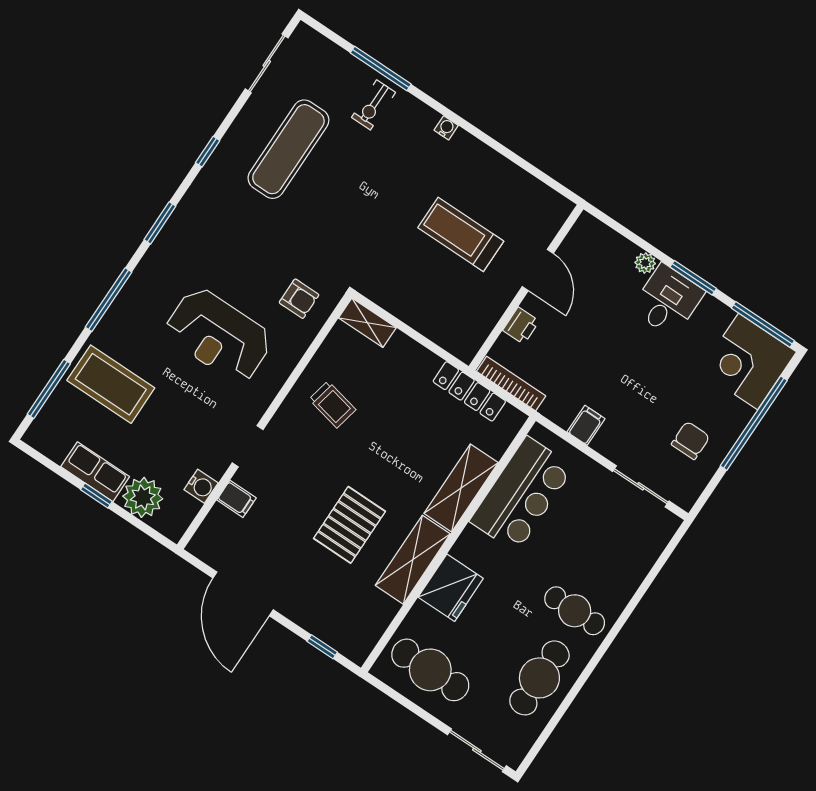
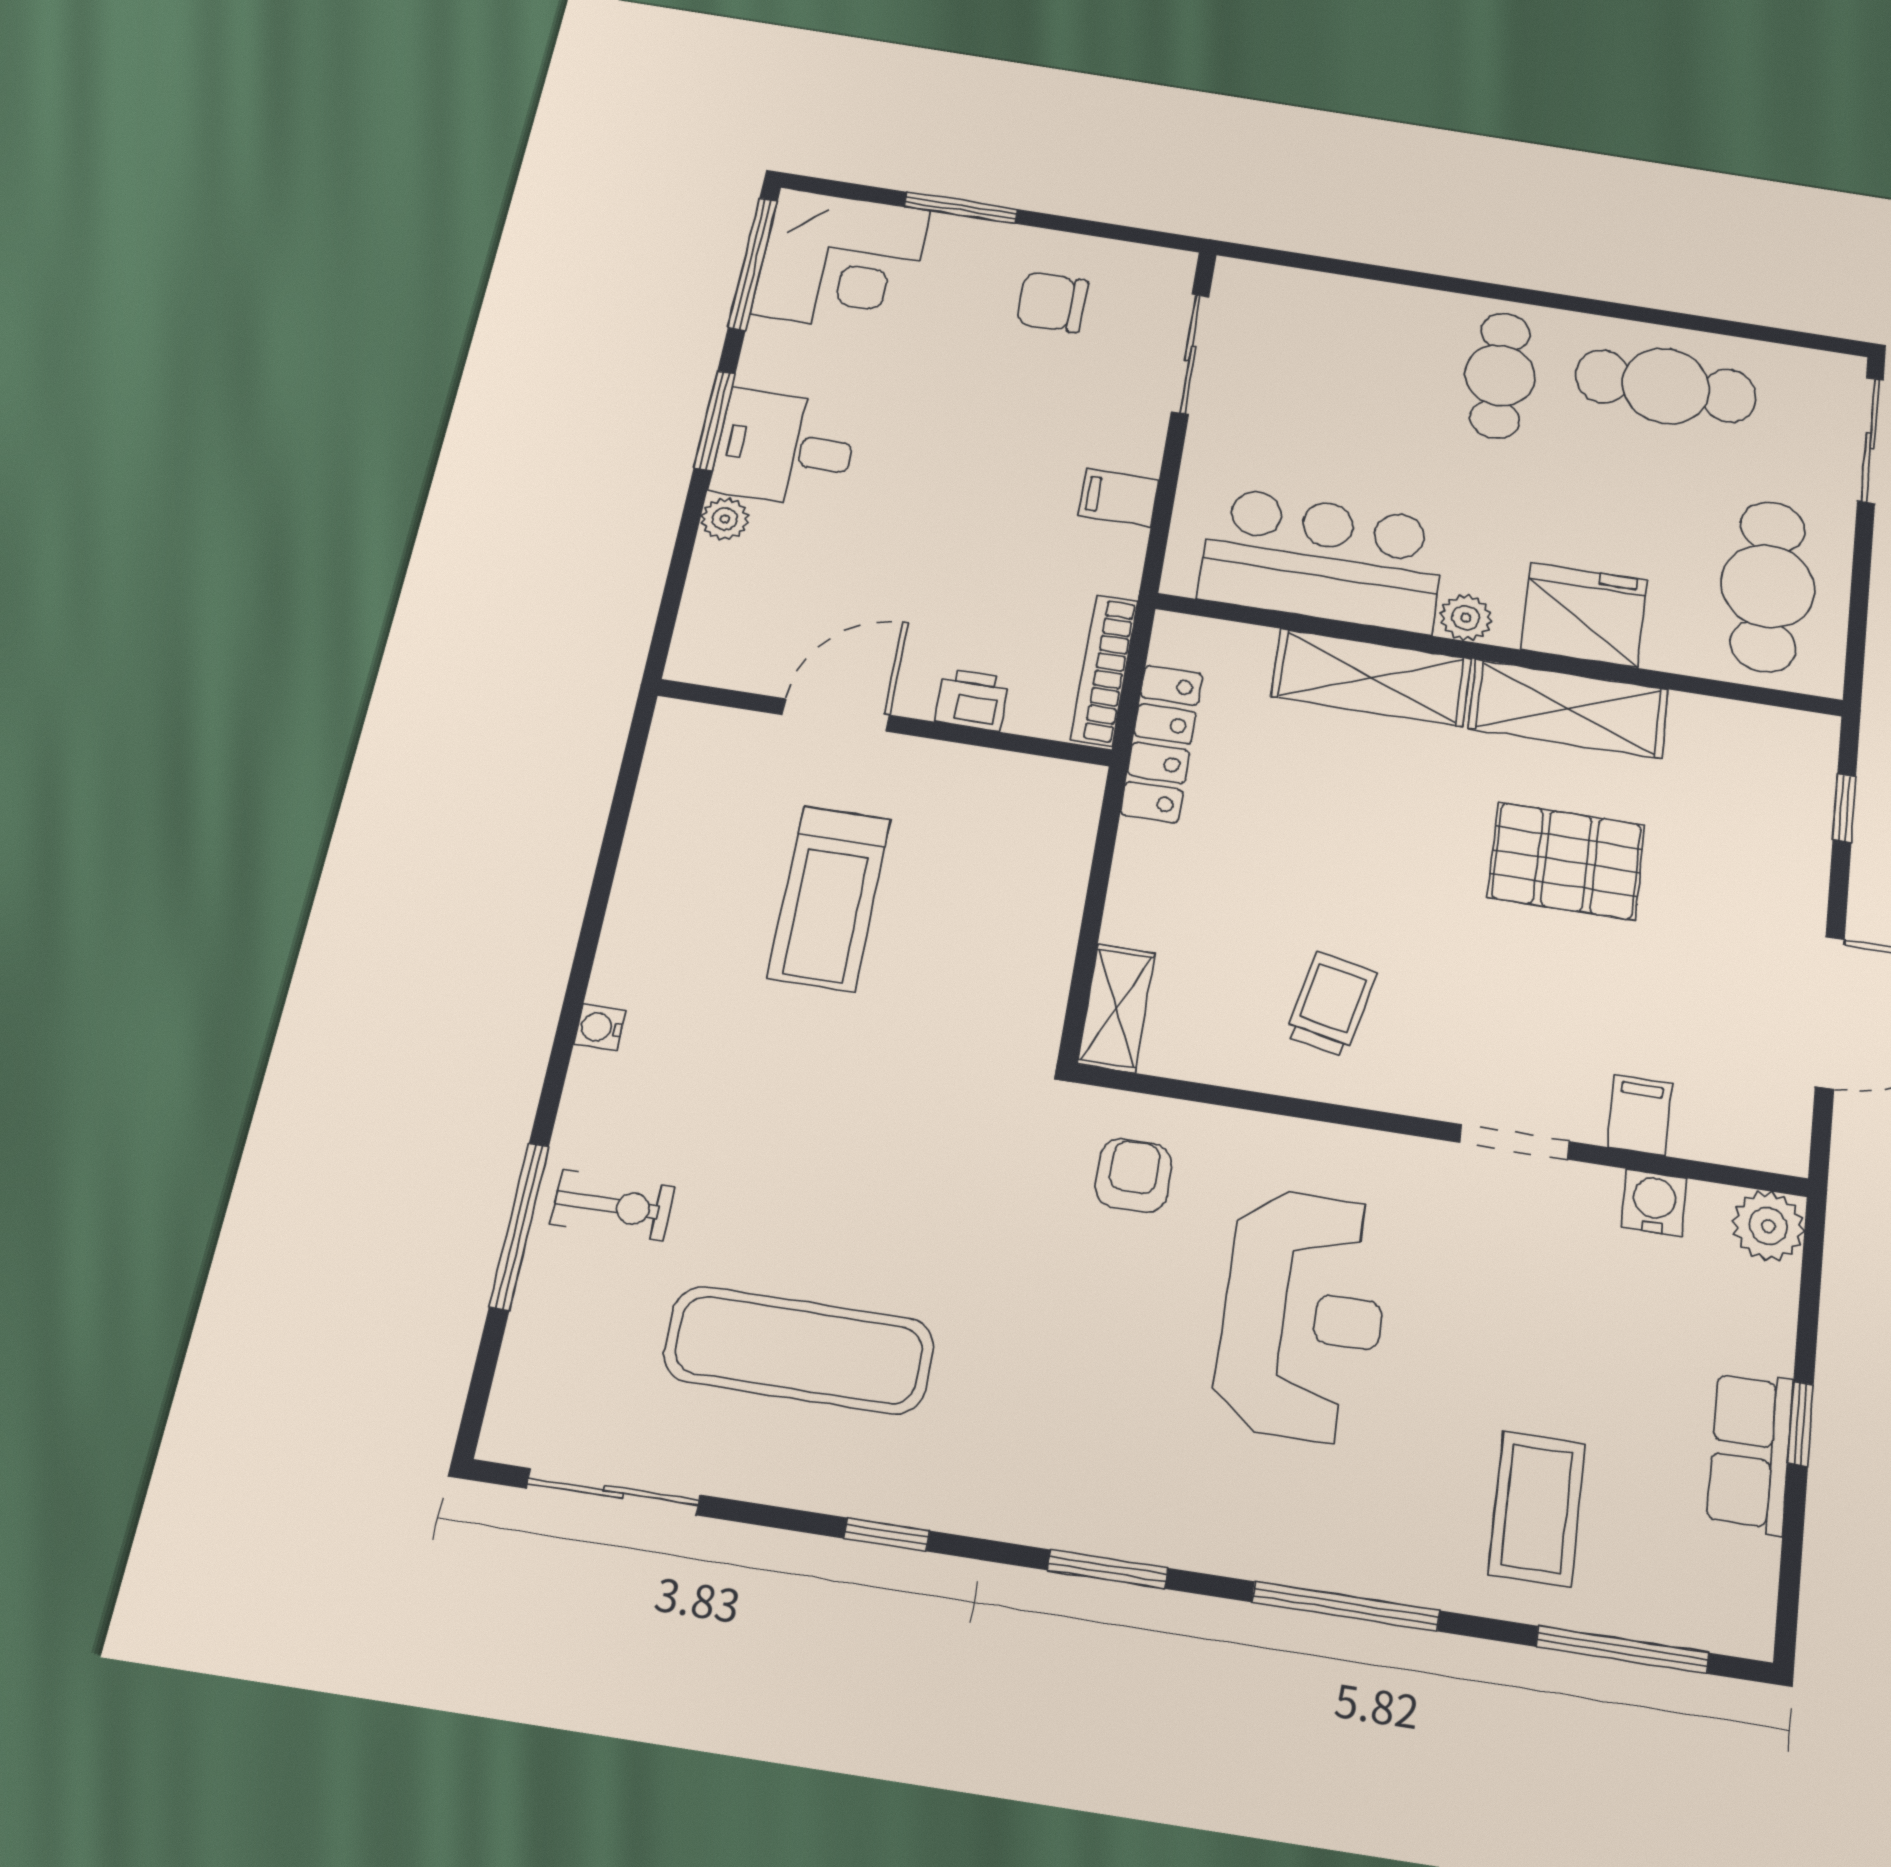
coffee table: (111, 384) -> (1537, 1509), width x0.73, depth x0.76
window: (754, 423) -> (961, 208), width x0.47
plant: (143, 497) -> (1768, 1226), moved, width x0.73, depth x0.73
plant: (471, 539) -> (1466, 618), added

